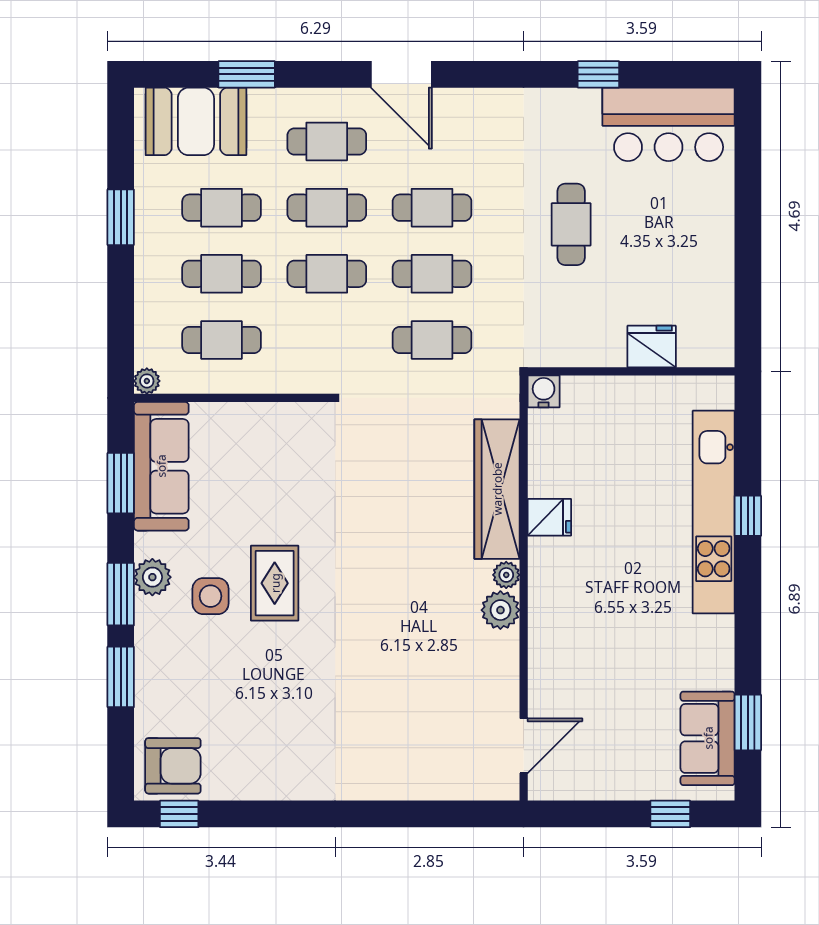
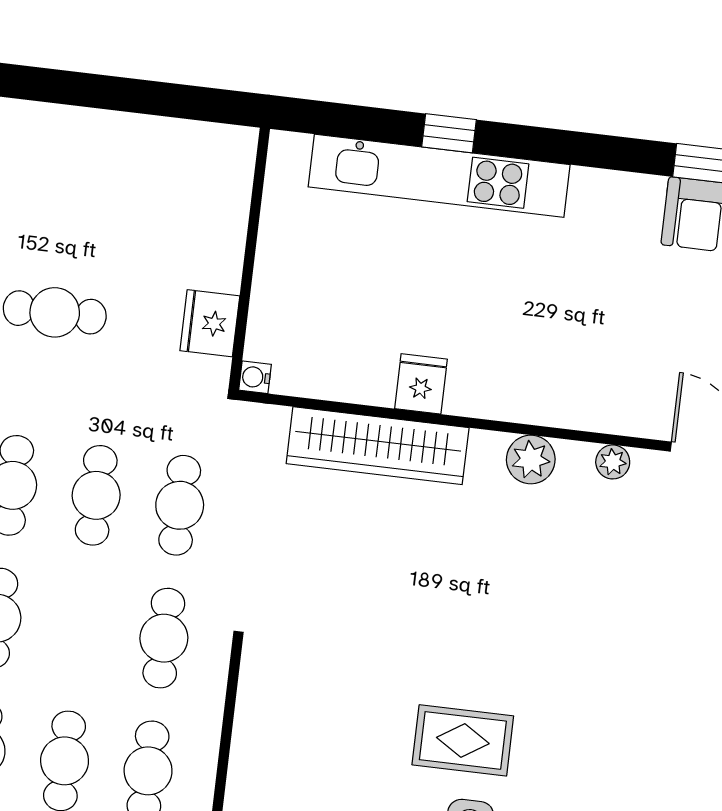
cafe table: (327, 274) -> (164, 638), moved
fridge: (652, 347) -> (210, 323), moved
water cooler: (544, 391) -> (255, 377), width x0.72, depth x0.72
plant: (506, 575) -> (613, 462), moved

